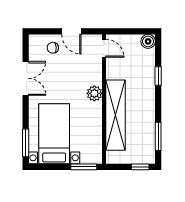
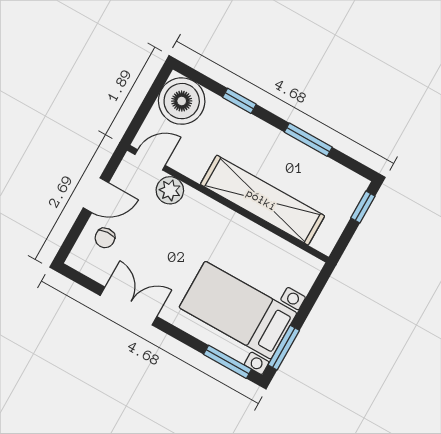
boiler: (148, 41) -> (182, 101), width x1.86, depth x1.86
plant: (94, 93) -> (170, 190), moved
window: (158, 136) -> (308, 140), moved
window: (84, 167) -> (284, 348), moved

